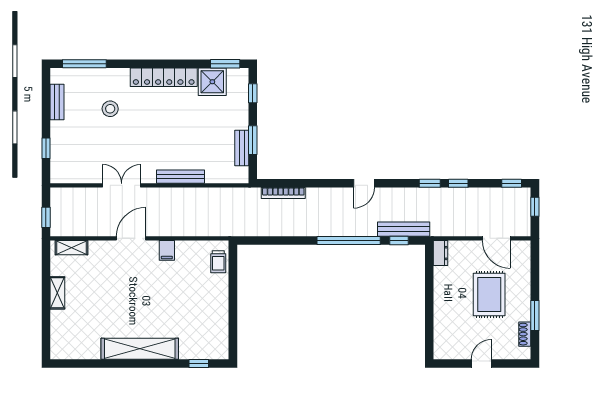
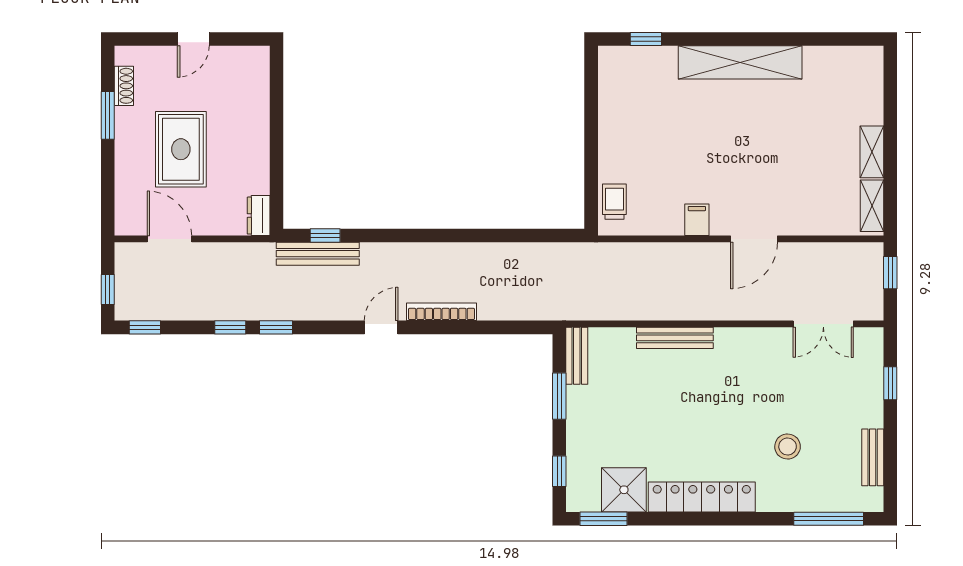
bench: (242, 148) -> (577, 356), moved
double door: (122, 185) -> (823, 324), moved
bookcase: (283, 193) -> (441, 312), moved
window: (349, 241) -> (406, 235), removed
shelving: (72, 248) -> (872, 206), moved, turned 90

